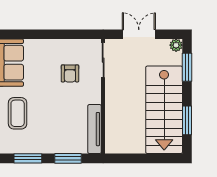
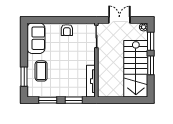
armchair: (70, 73) -> (67, 30), moved
window: (187, 120) -> (151, 65), moved

